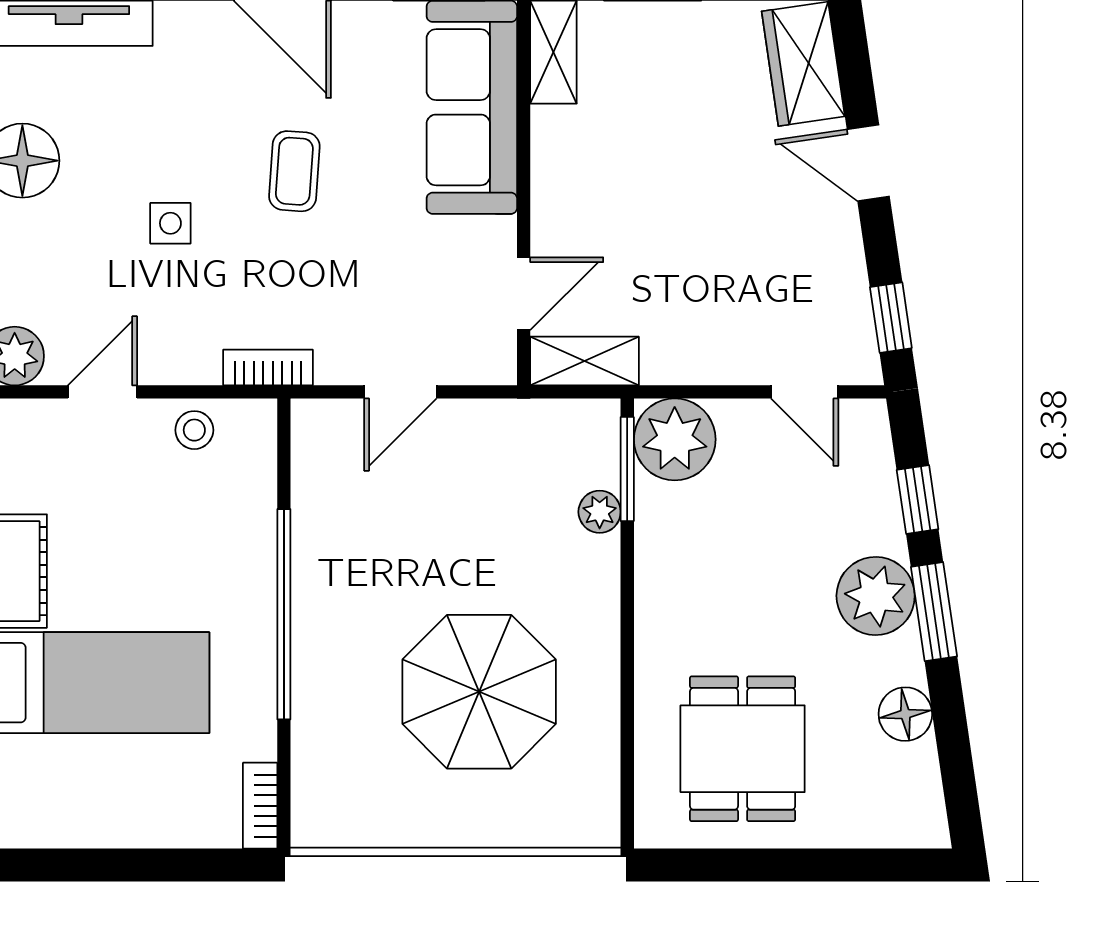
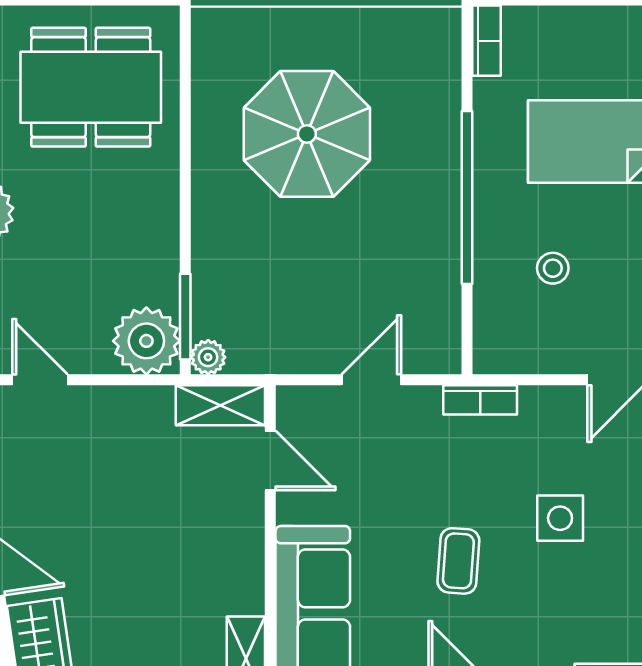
side table: (170, 223) -> (560, 518), width x1.37, depth x1.37
door: (524, 294) -> (270, 460), swing flipped
stool: (194, 430) -> (553, 268), moved
plant: (600, 512) -> (208, 357), moved
dining table: (743, 749) -> (91, 87), width x1.38

